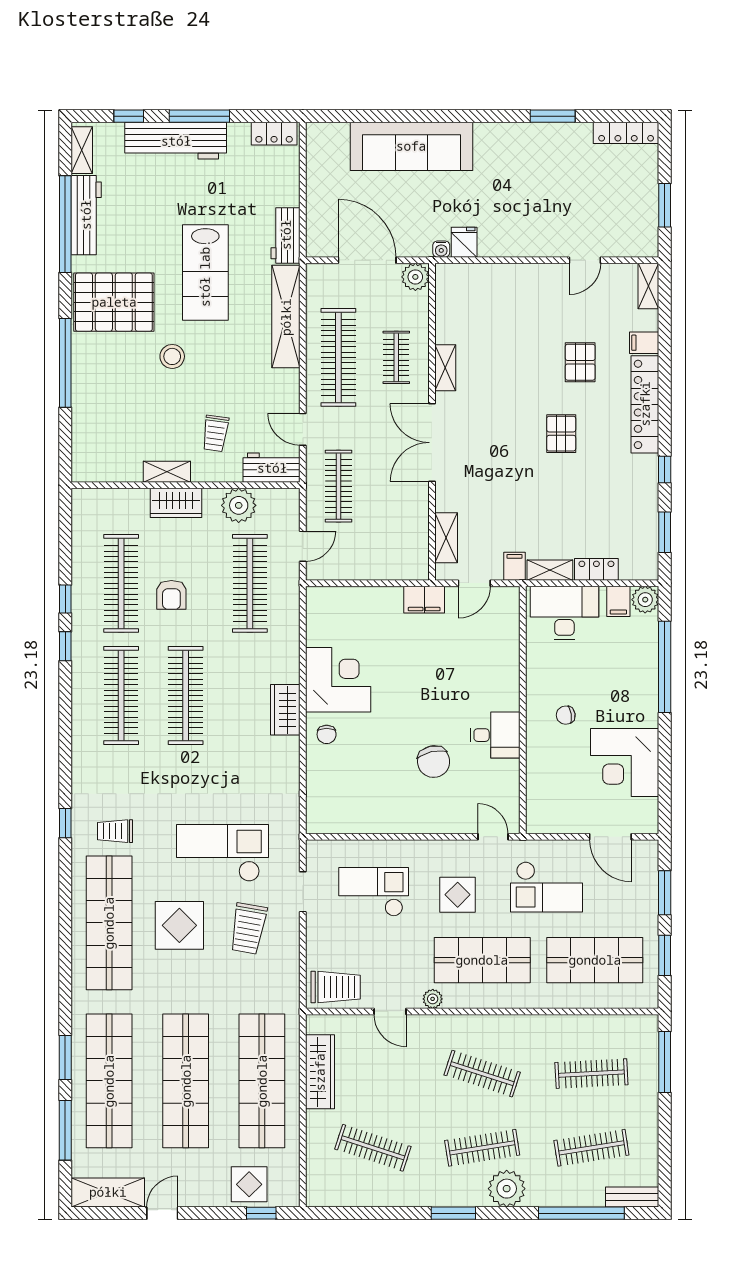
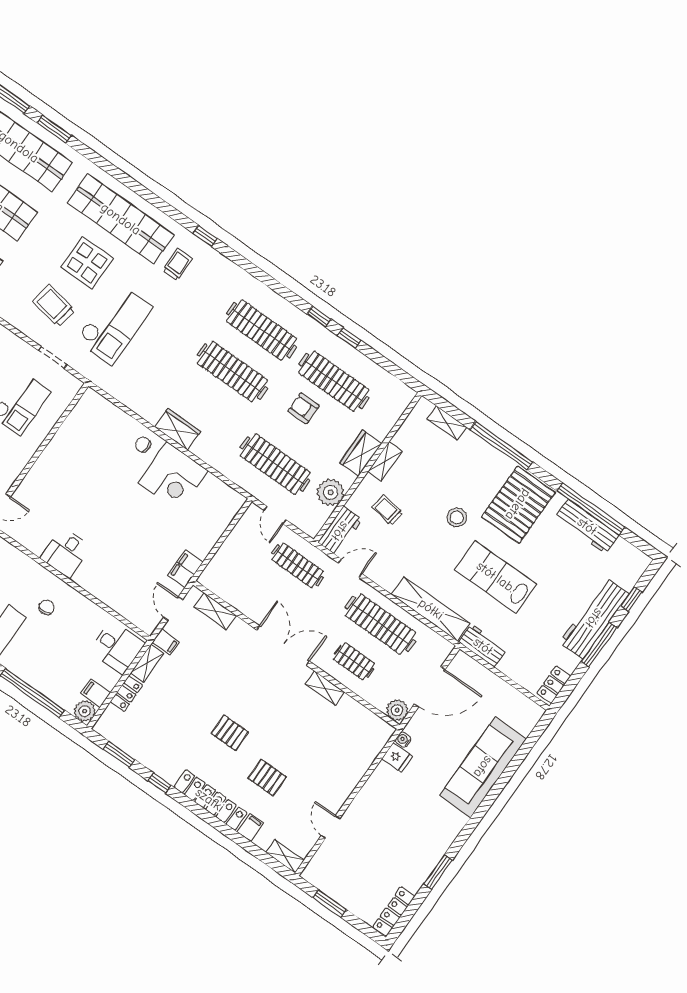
shelving: (82, 150) -> (447, 423), moved
desk: (564, 613) -> (117, 647), width x0.73
chair: (434, 762) -> (77, 501), removed

